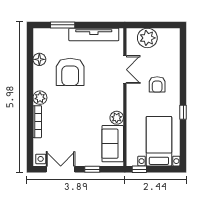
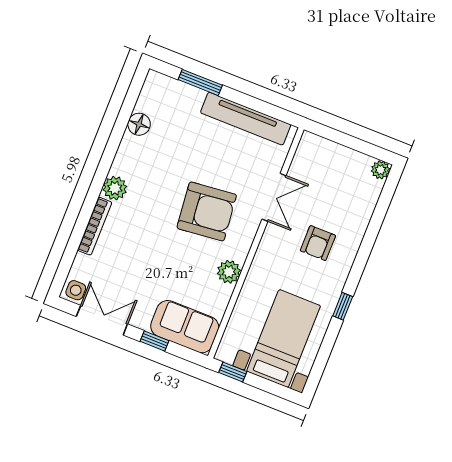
plant: (147, 38) -> (381, 170), moved, width x0.53, depth x0.53
armchair: (70, 72) -> (207, 211), moved, turned -96
sofa: (113, 144) -> (185, 327), moved, turned 90

